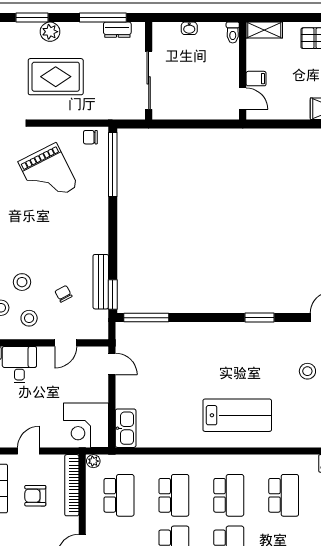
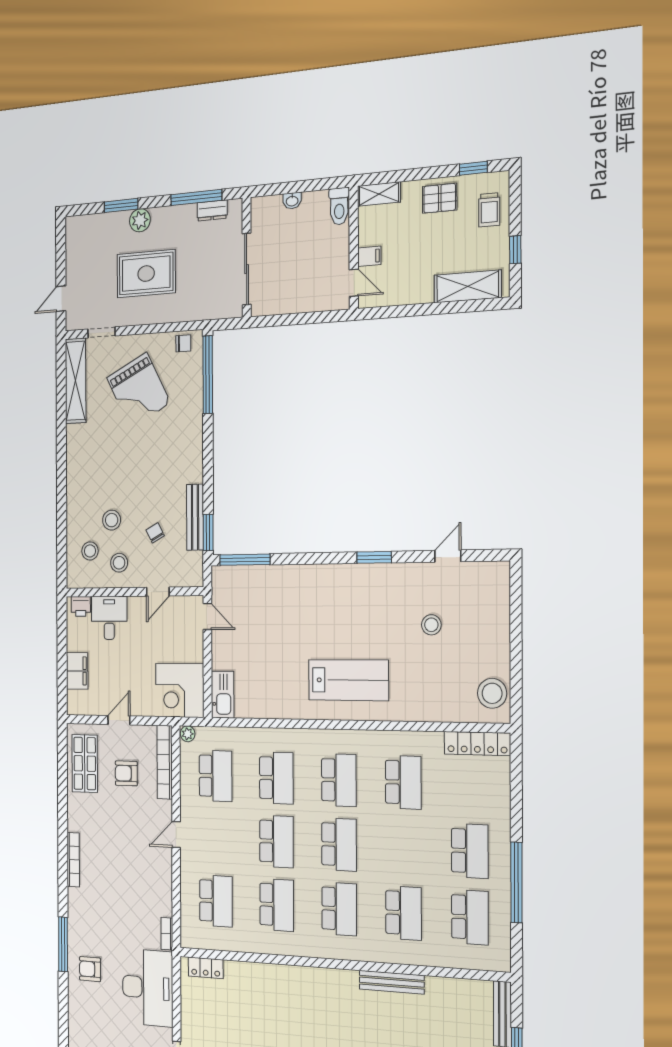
toilet: (233, 33) -> (339, 206), width x1.37, depth x1.39
chair: (90, 137) -> (183, 343), turned 180

